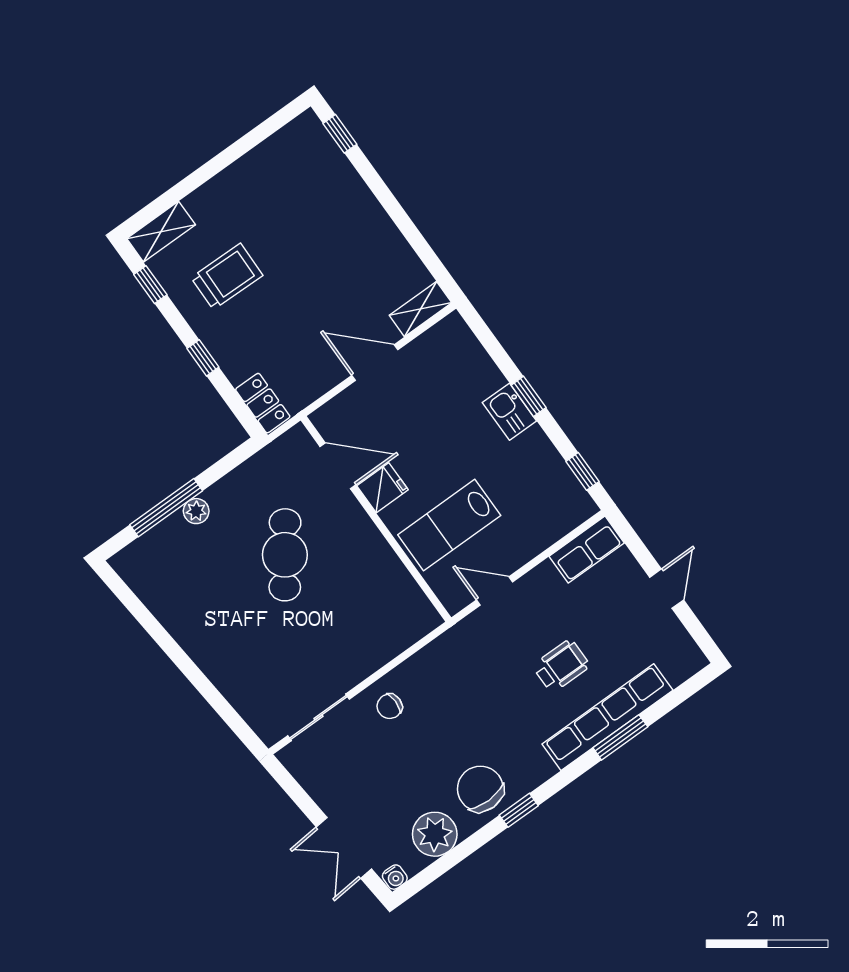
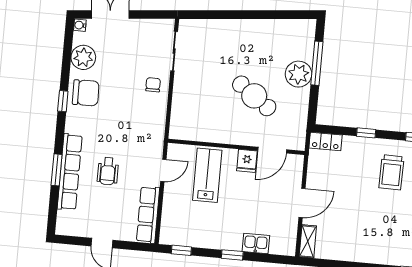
kitchen sink: (509, 412) -> (256, 244), moved
plant: (196, 511) -> (299, 74), width x1.88, depth x1.88
row of seats: (587, 550) -> (148, 215), width x1.48

